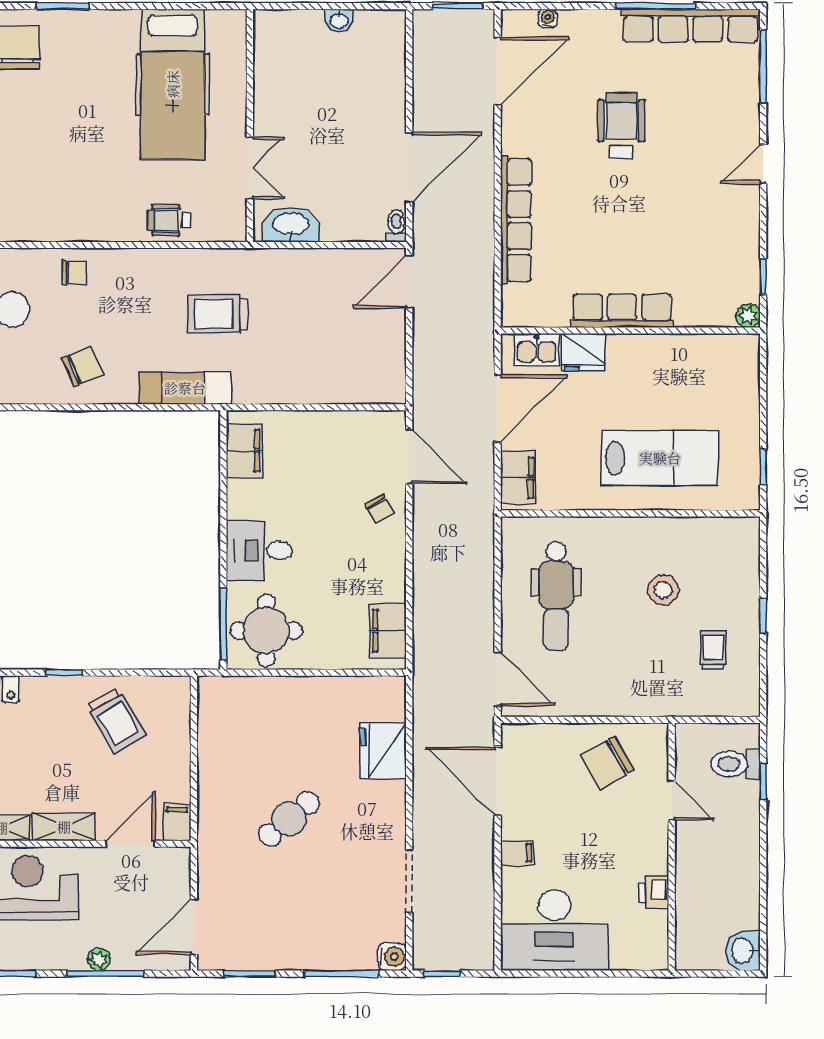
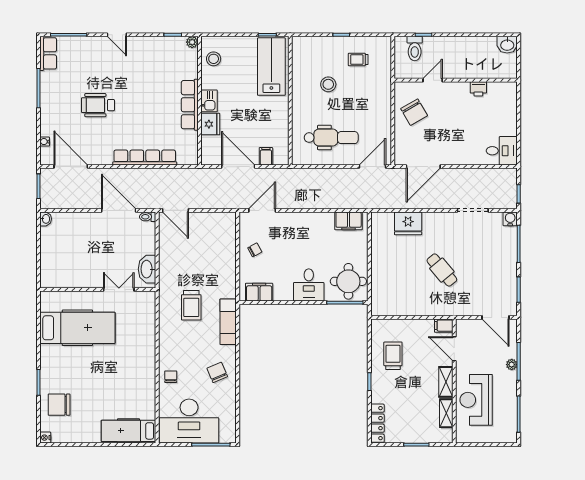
washbasin: (339, 21) -> (46, 219), moved
row of seats: (690, 26) -> (48, 53), width x0.50
wheelchair: (169, 220) -> (145, 330), removed
kitchen sink: (537, 350) -> (209, 101), moved
stool: (715, 359) -> (214, 59), added
lab bench: (660, 458) -> (271, 67), moved
filing cabinet: (518, 478) -> (266, 156), width x0.50
chair: (380, 509) -> (255, 250), moved
trolley: (116, 720) -> (393, 356), turned -59
filing cabinet: (517, 853) -> (459, 157), removed
desk: (554, 930) -> (502, 151), width x0.53, depth x0.77

